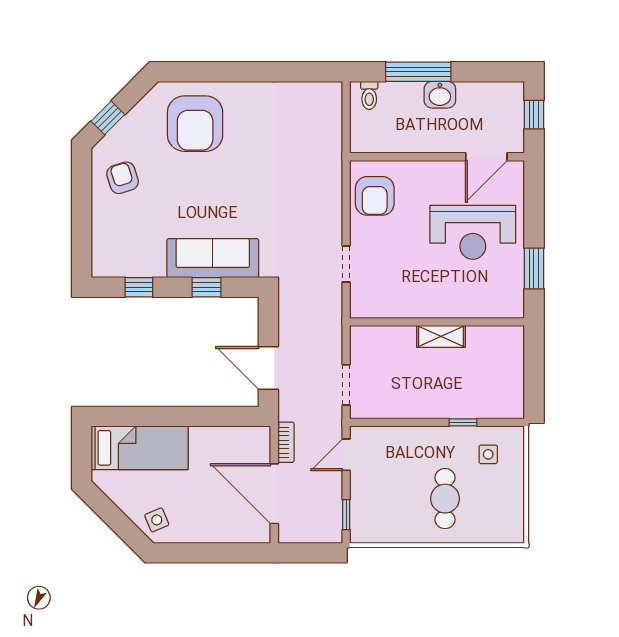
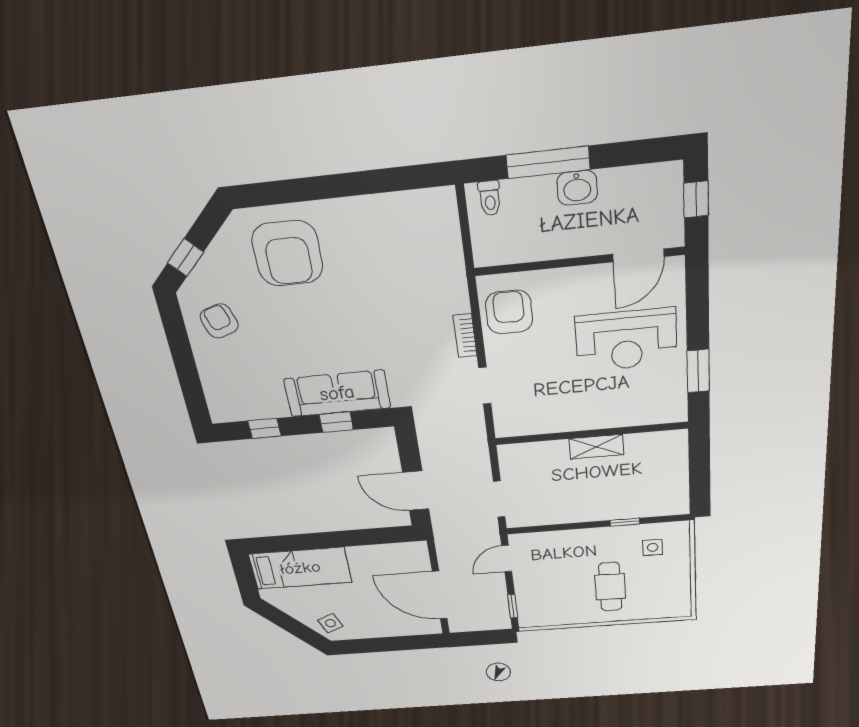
armchair: (375, 196) -> (509, 312), turned 180
bookcase: (286, 442) -> (465, 336), moved, turned 180

